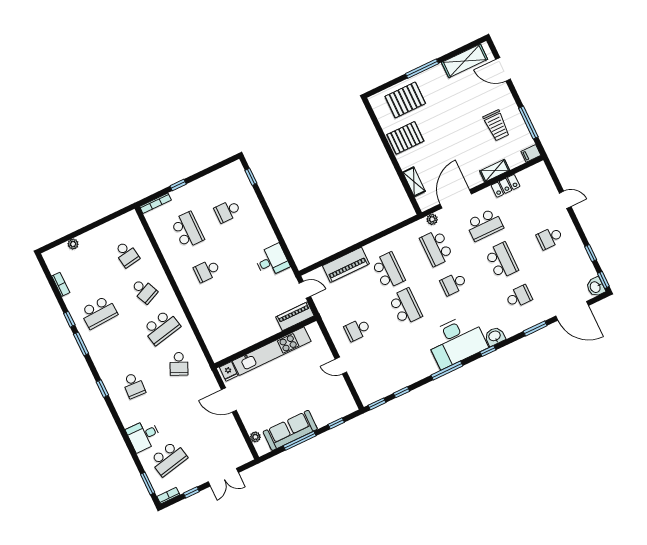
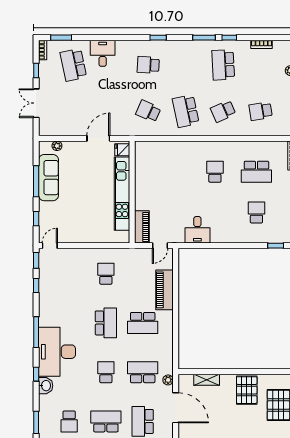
school desk: (502, 261) -> (106, 421), turned 180
school desk: (405, 307) -> (106, 323), turned -90
door: (341, 366) -> (50, 246), moved

